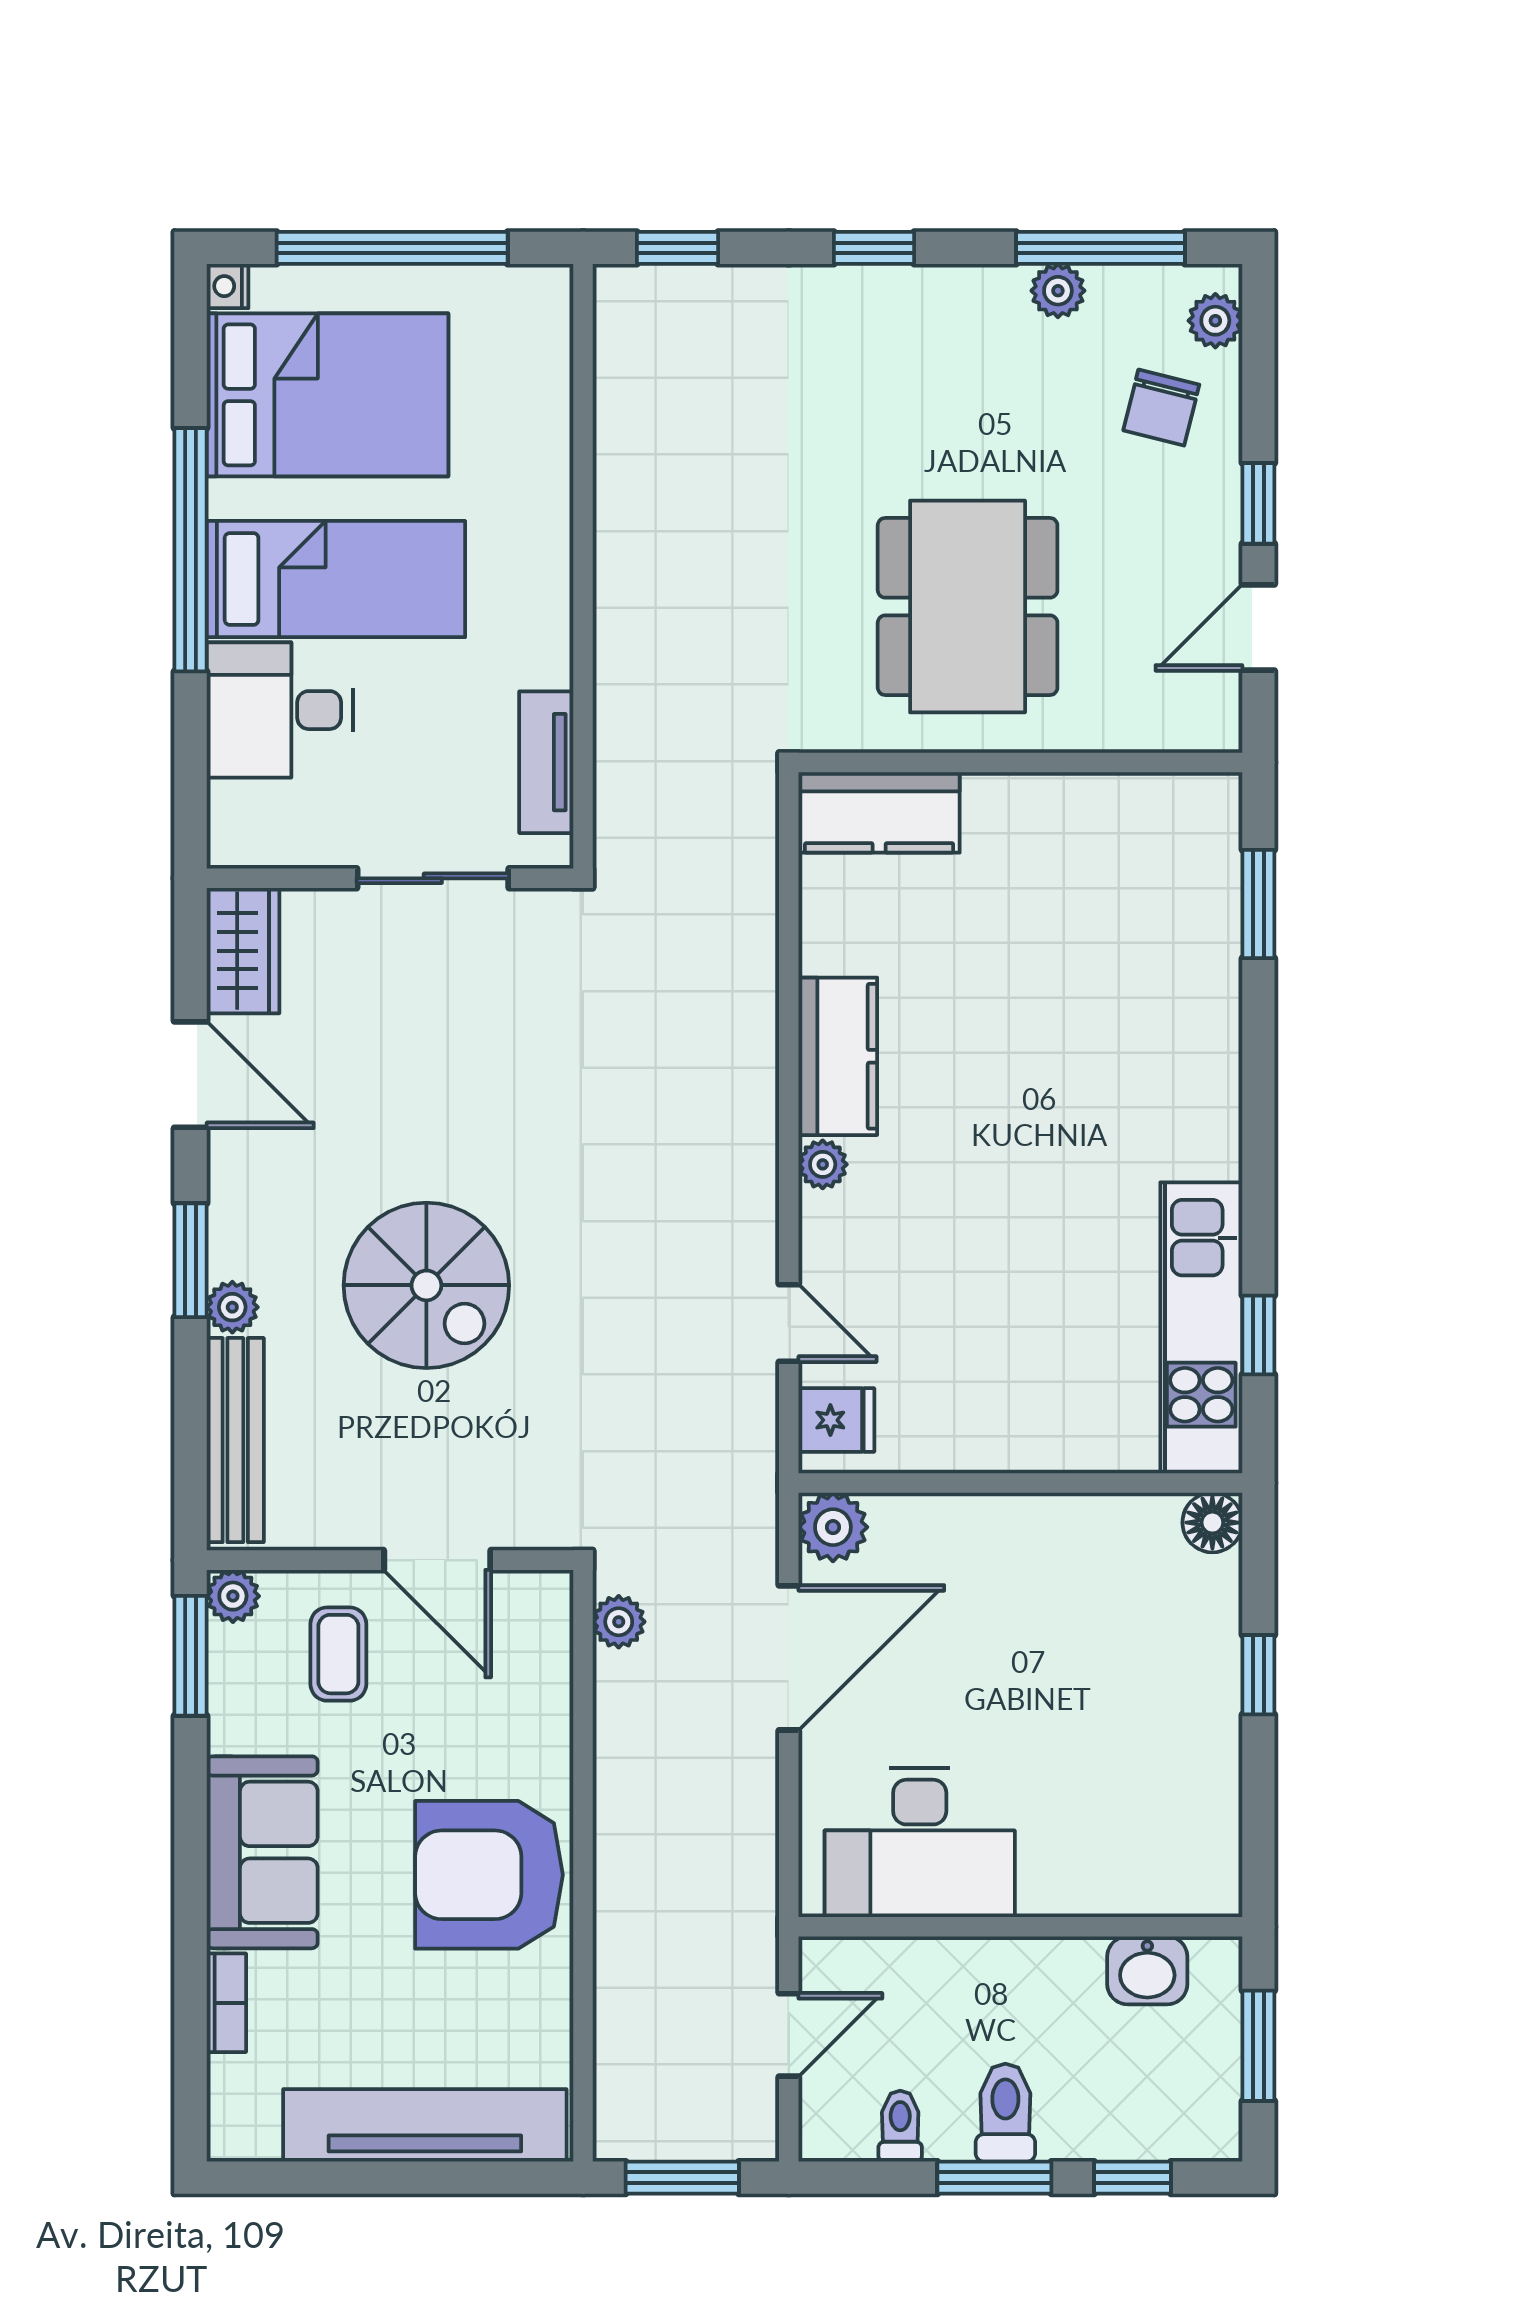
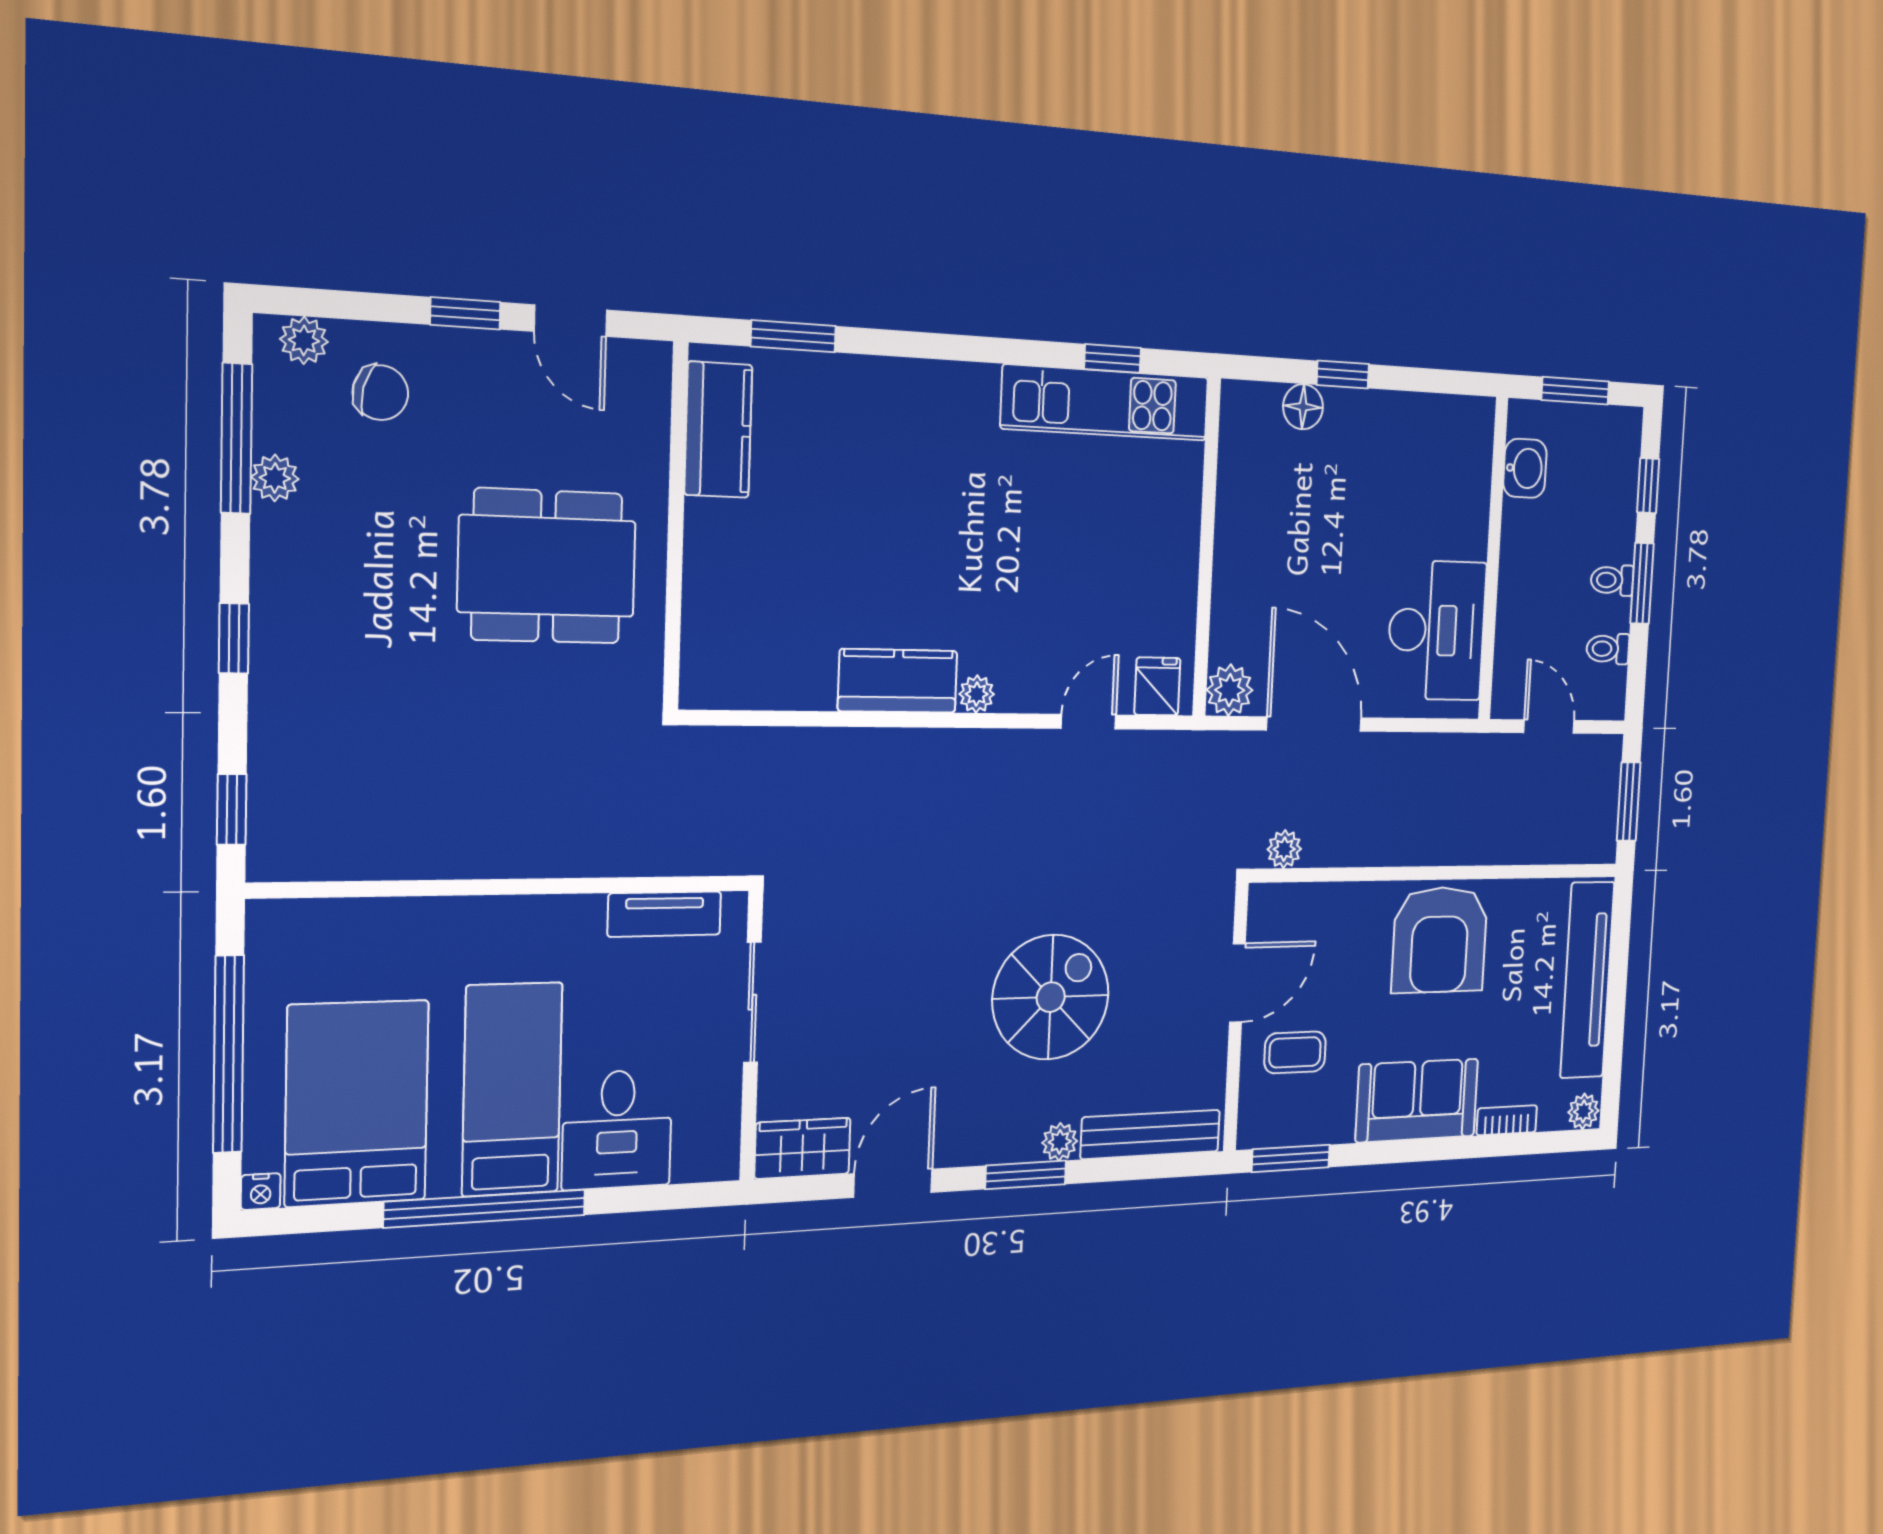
kitchen counter: (879, 812) -> (718, 430), moved
floor lamp: (1212, 1523) -> (1303, 407), moved
plant: (233, 1596) -> (1583, 1111), moved
toilet: (1005, 2113) -> (1612, 580), width x0.73, depth x0.72

